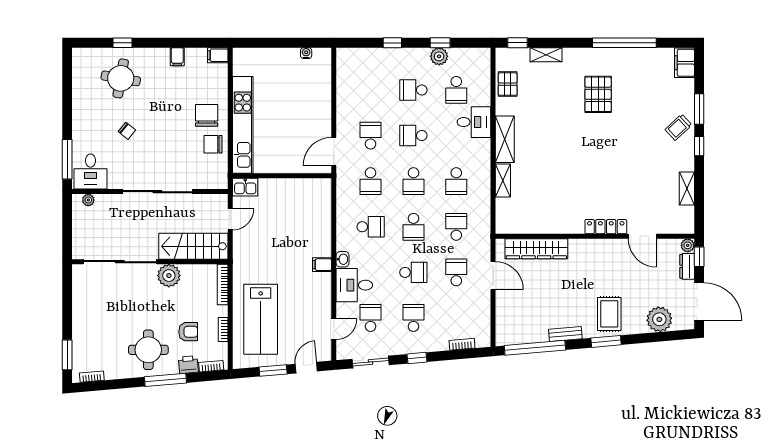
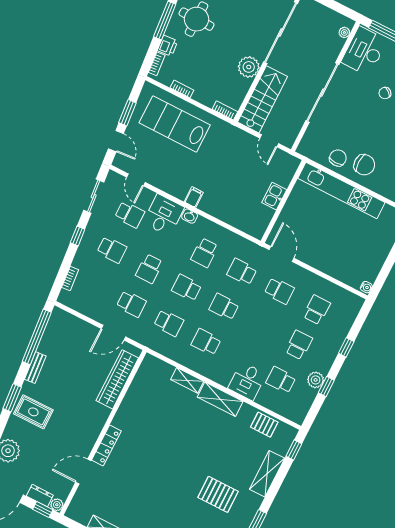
water cooler: (306, 53) -> (366, 287), moved
shelving: (546, 55) -> (267, 474), width x1.50, depth x1.33
school desk: (413, 136) -> (317, 310), moved
desk: (91, 172) -> (364, 51), width x1.37
kitchen sink: (245, 187) -> (274, 196), moved
bookcase: (223, 285) -> (225, 110), width x0.64
armchair: (188, 332) -> (195, 59), removed

